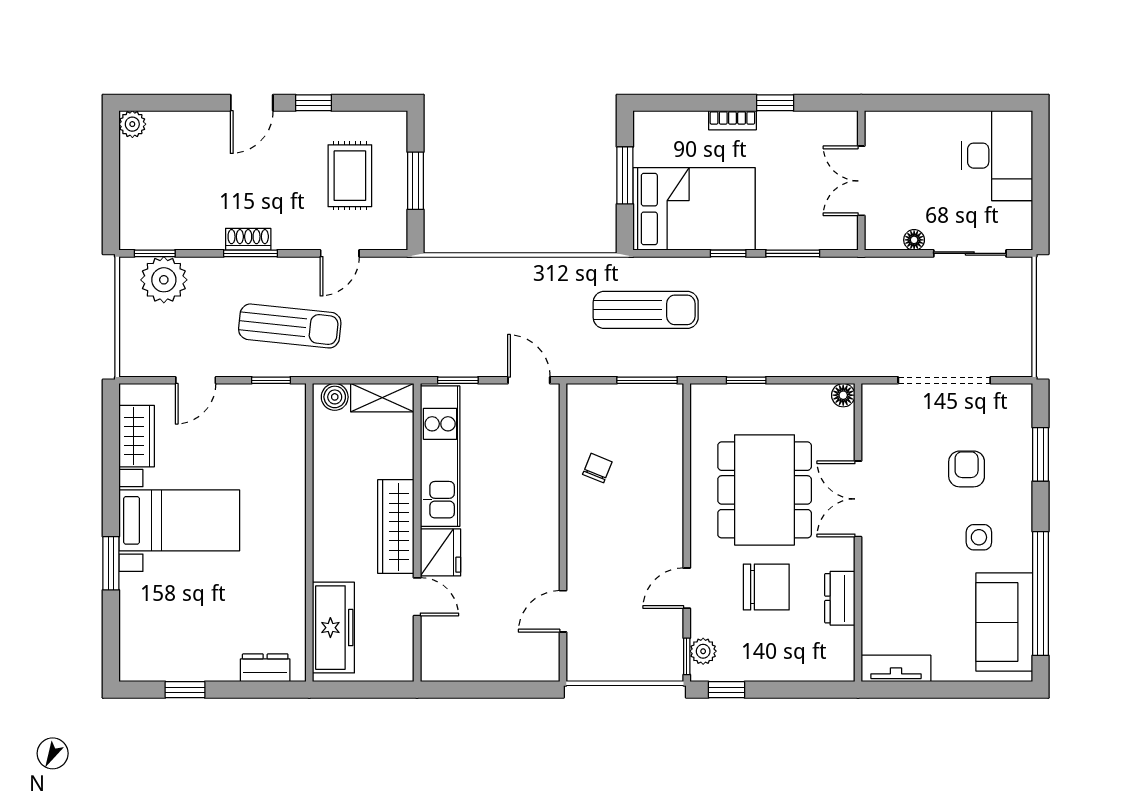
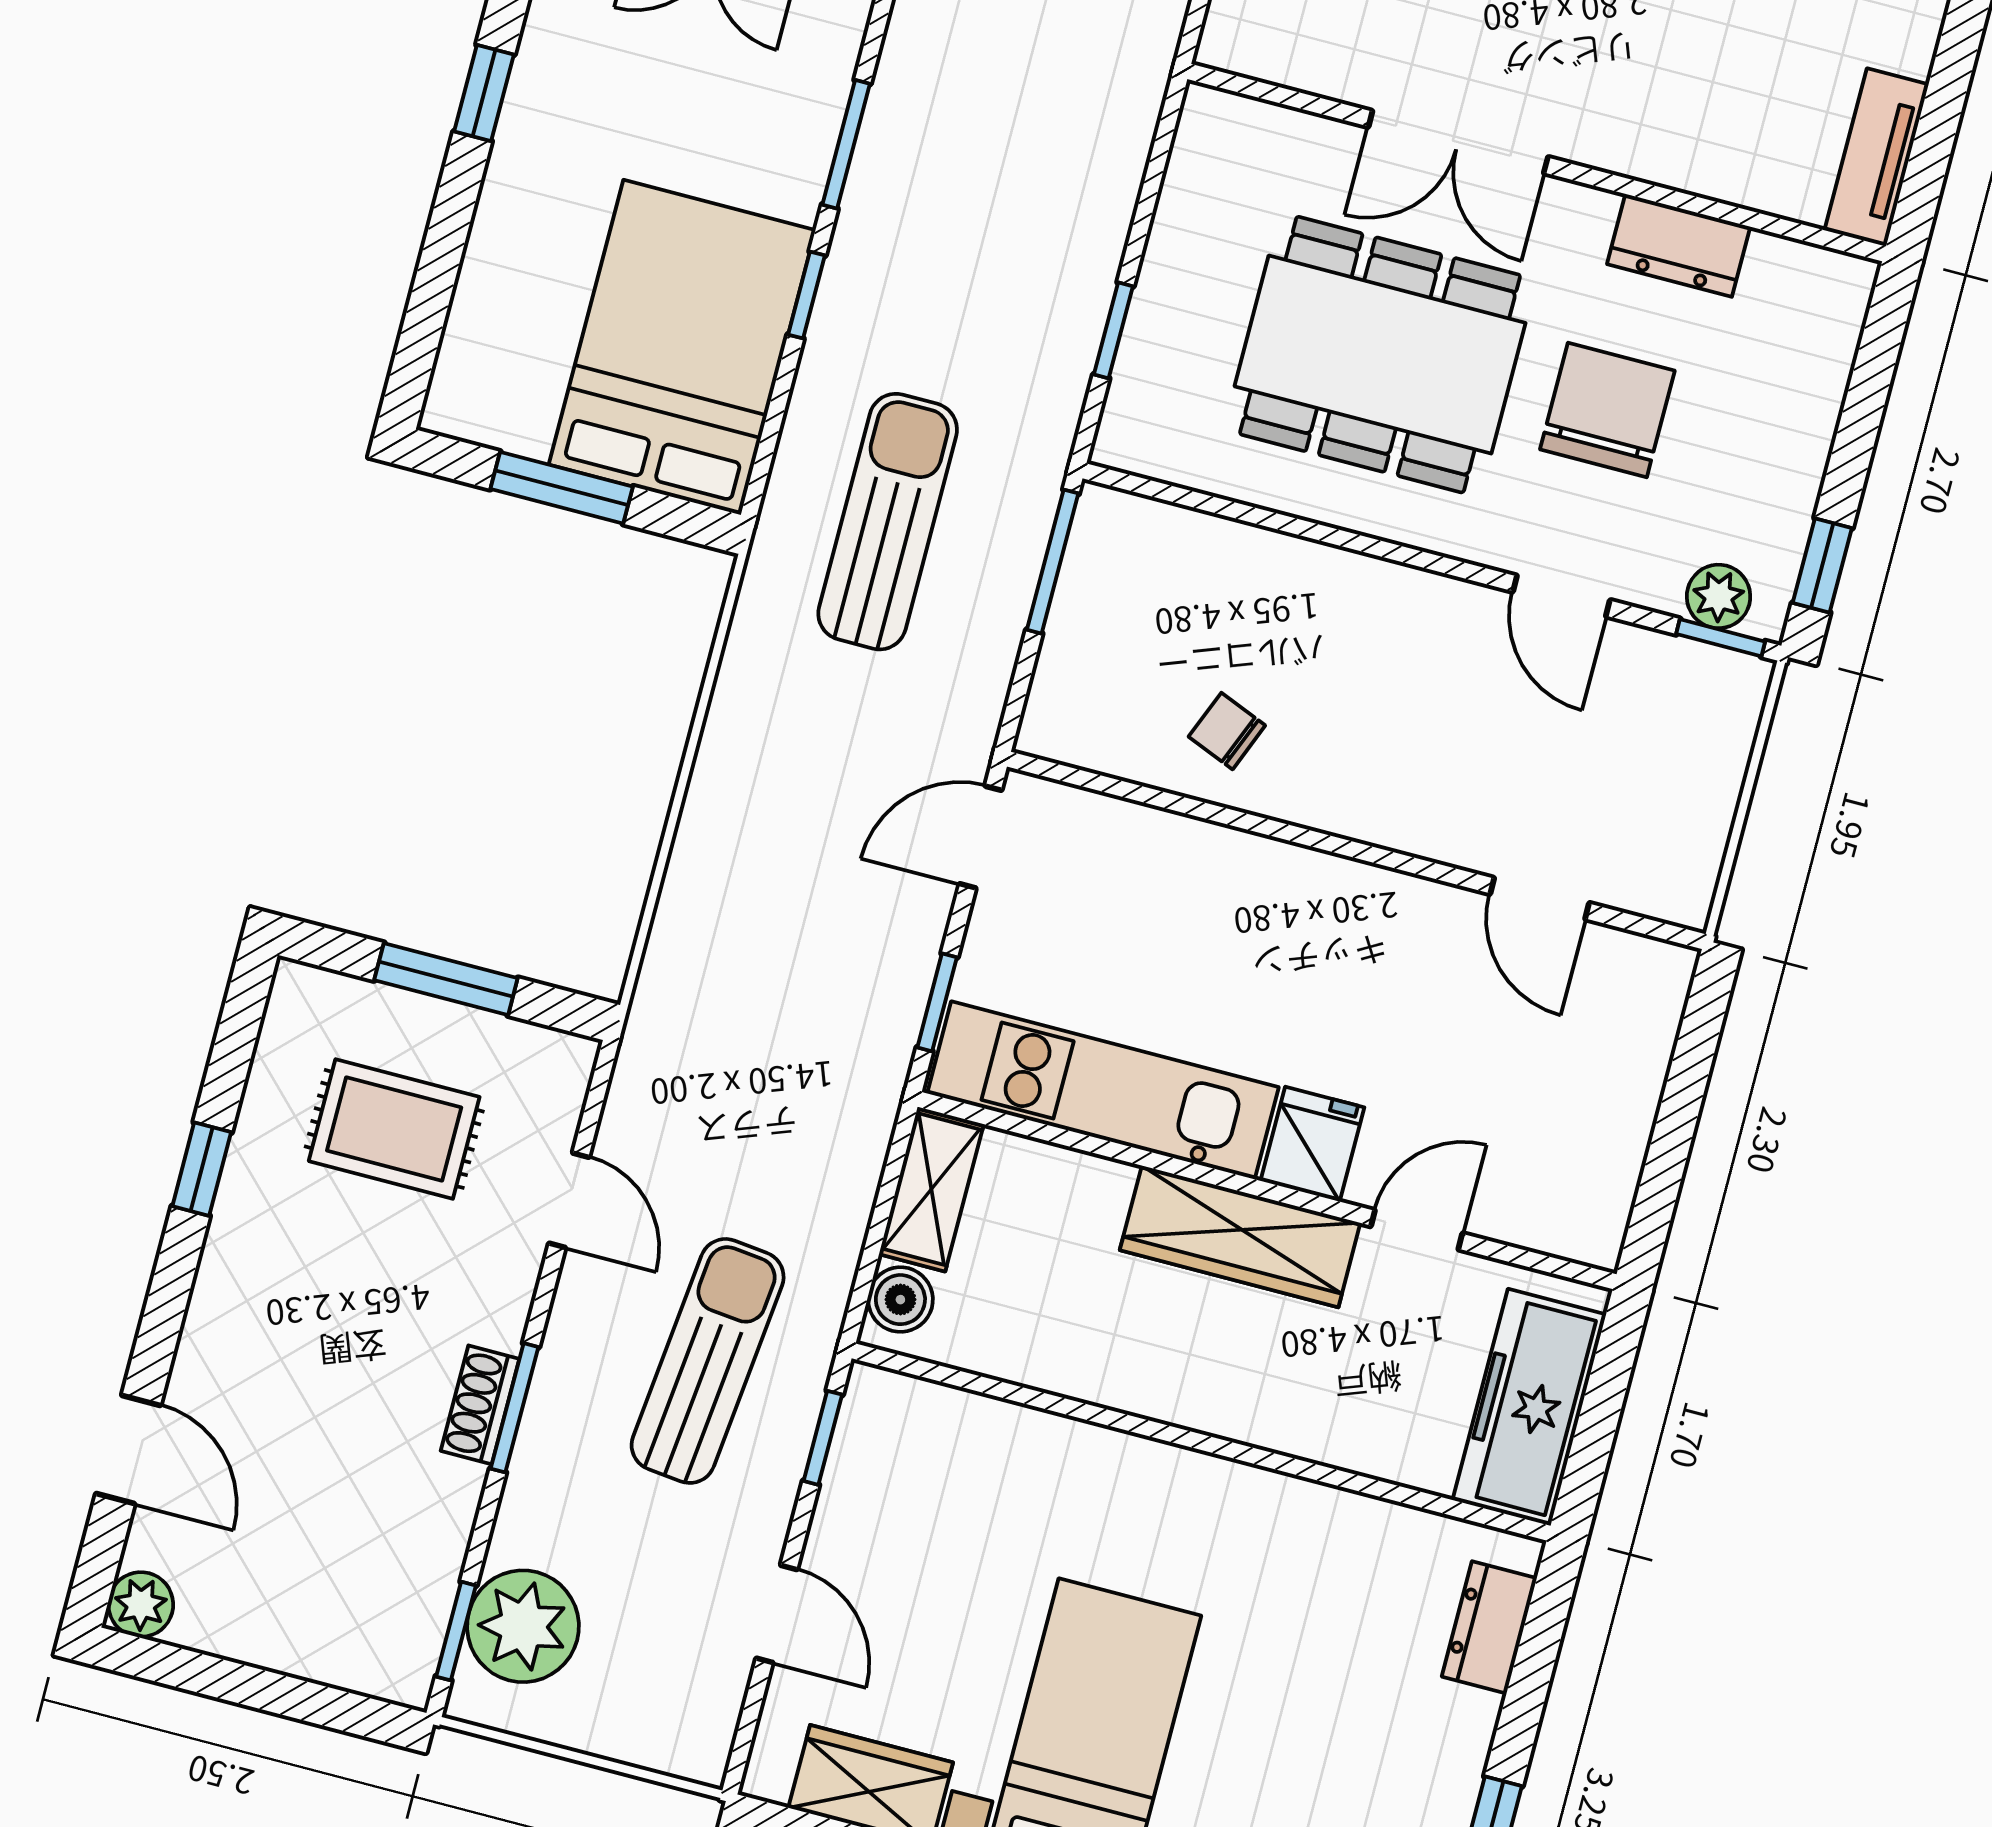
door: (252, 103) -> (128, 1449), moved
bookcase: (732, 120) -> (499, 203), removed
floor lamp: (843, 395) -> (1207, 113), removed
fridge: (440, 552) -> (1312, 1144), width x0.72
freezer: (333, 628) -> (1529, 1407), moved, turned -90

